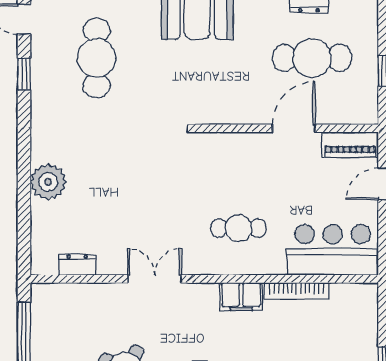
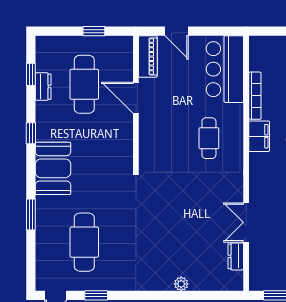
cafe table: (97, 58) -> (84, 242), turned 90
plant: (48, 182) -> (181, 284), width x0.53, depth x0.53
double door: (155, 279) -> (246, 222), moved

